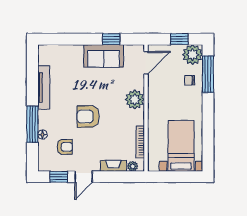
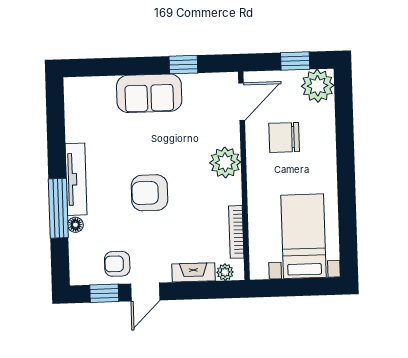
sofa: (104, 56) -> (149, 93), moved
window: (208, 74) -> (344, 117), removed
chair: (190, 80) -> (284, 137), moved, width x1.87, depth x1.87
tv unit: (44, 87) -> (76, 179), moved
armchair: (65, 147) -> (117, 264), moved, turned 180

